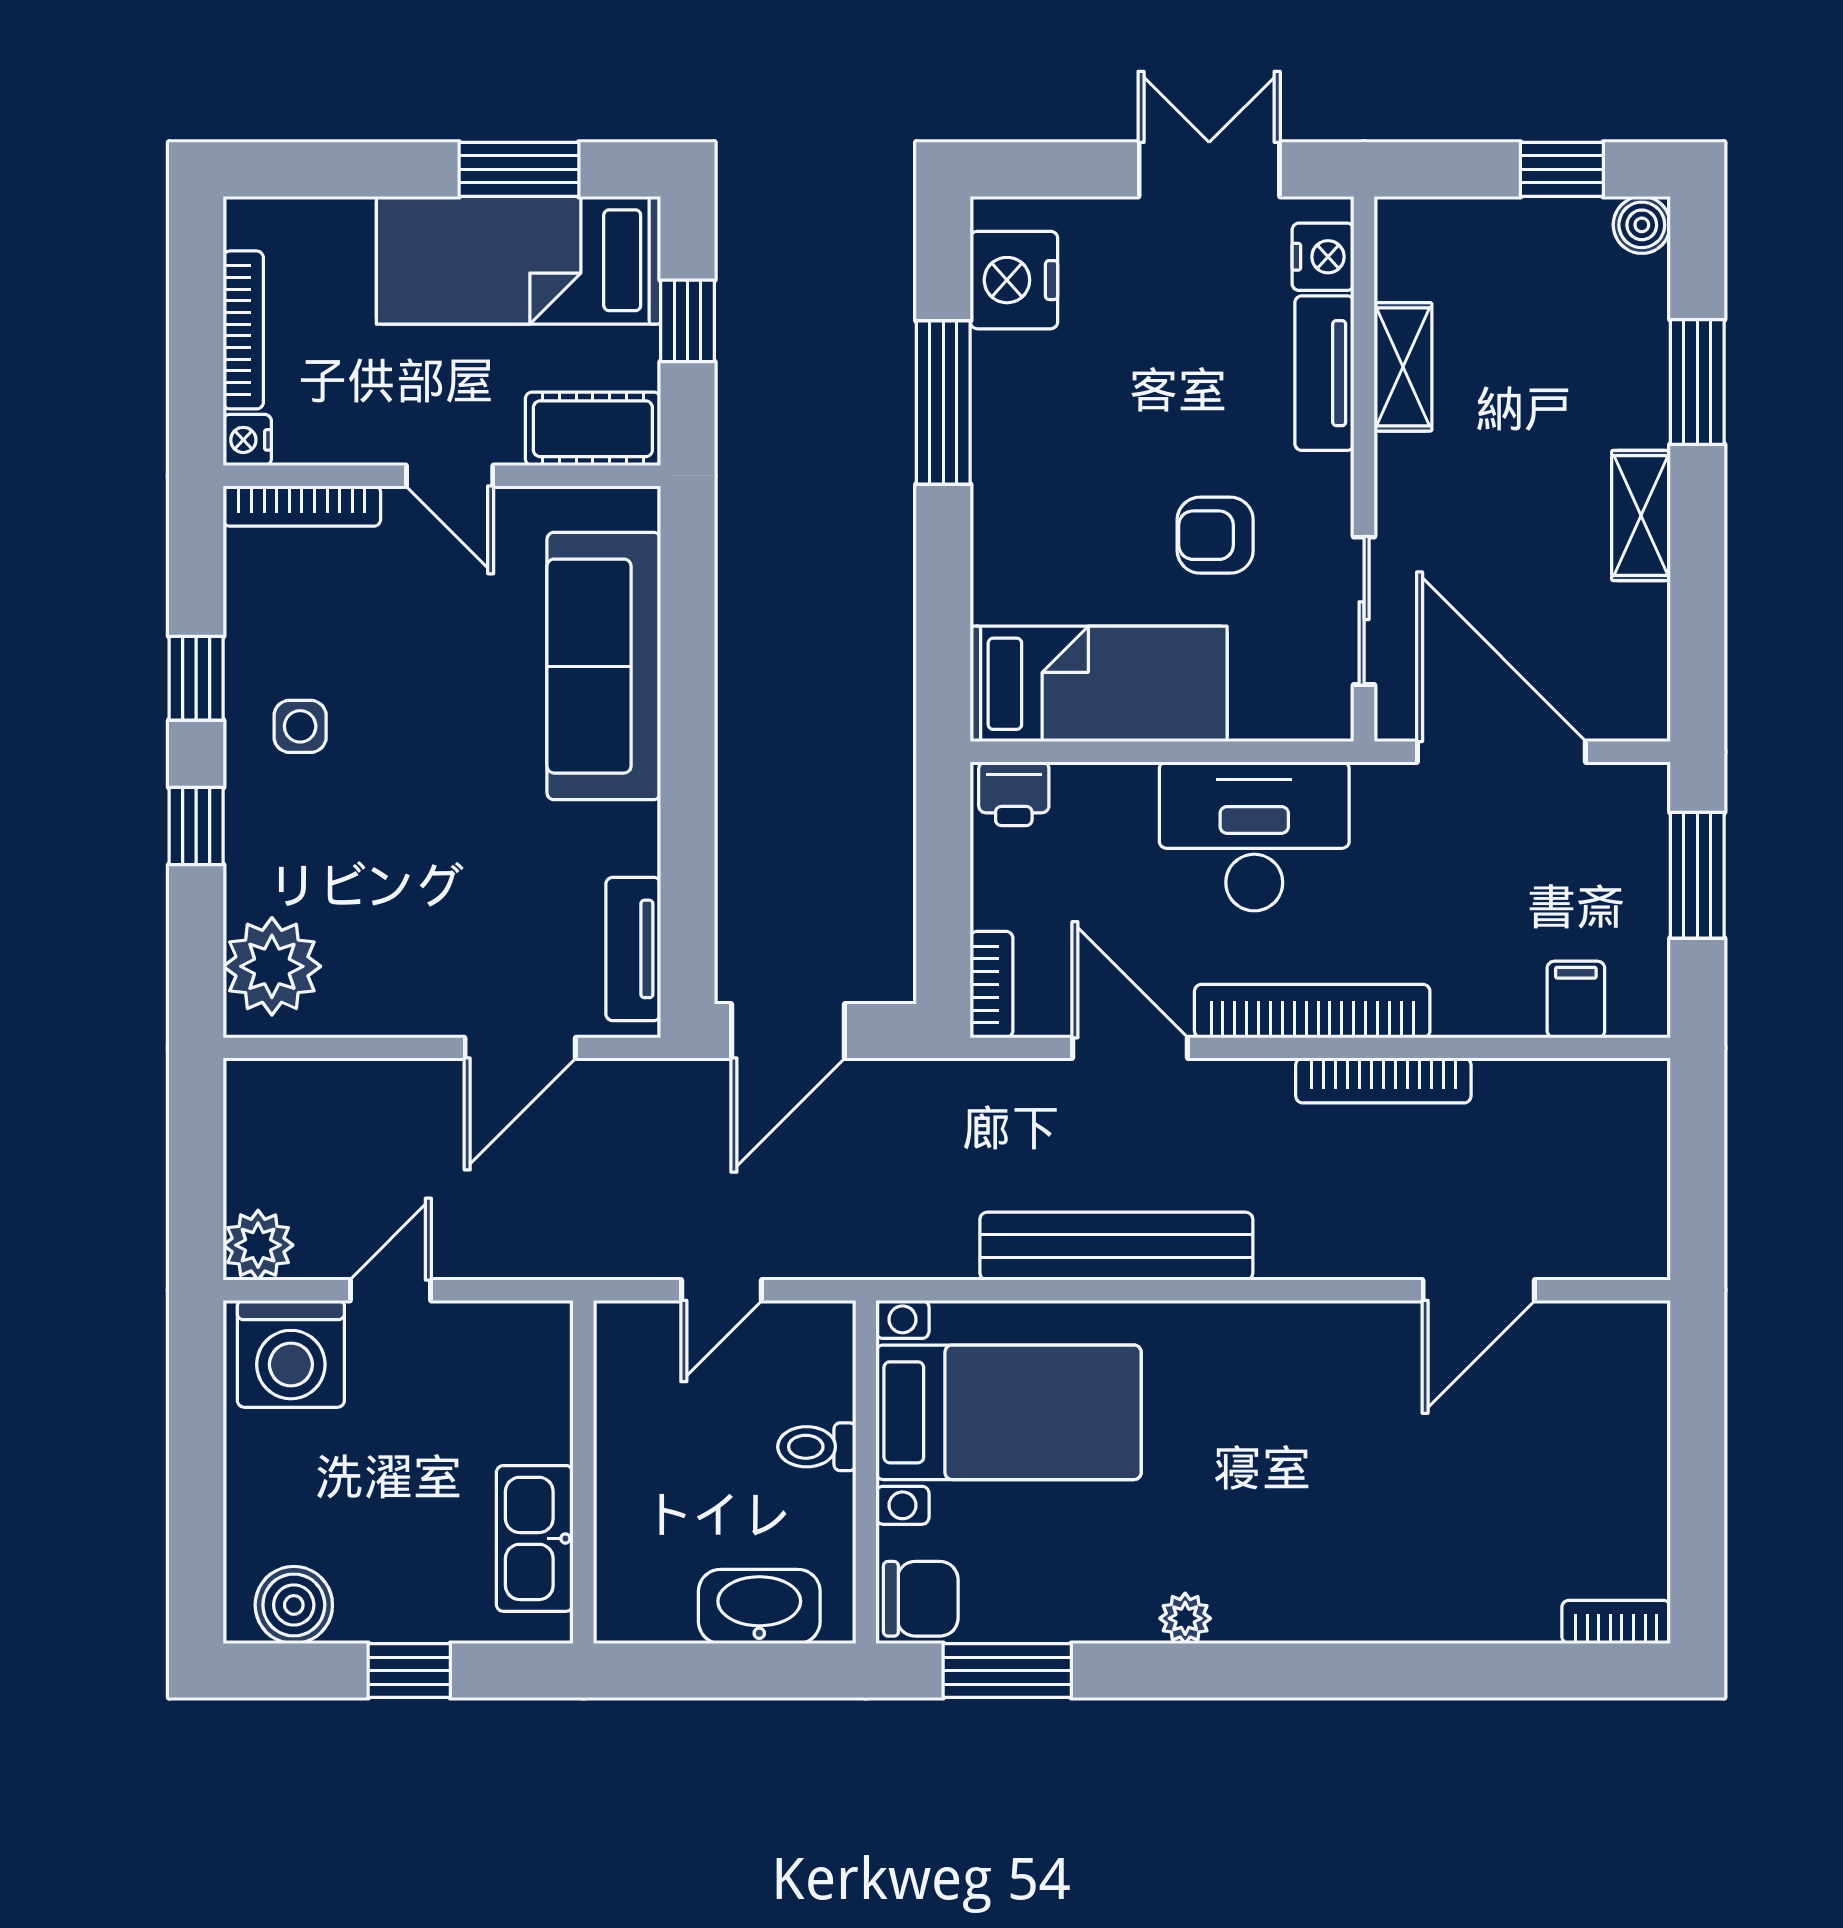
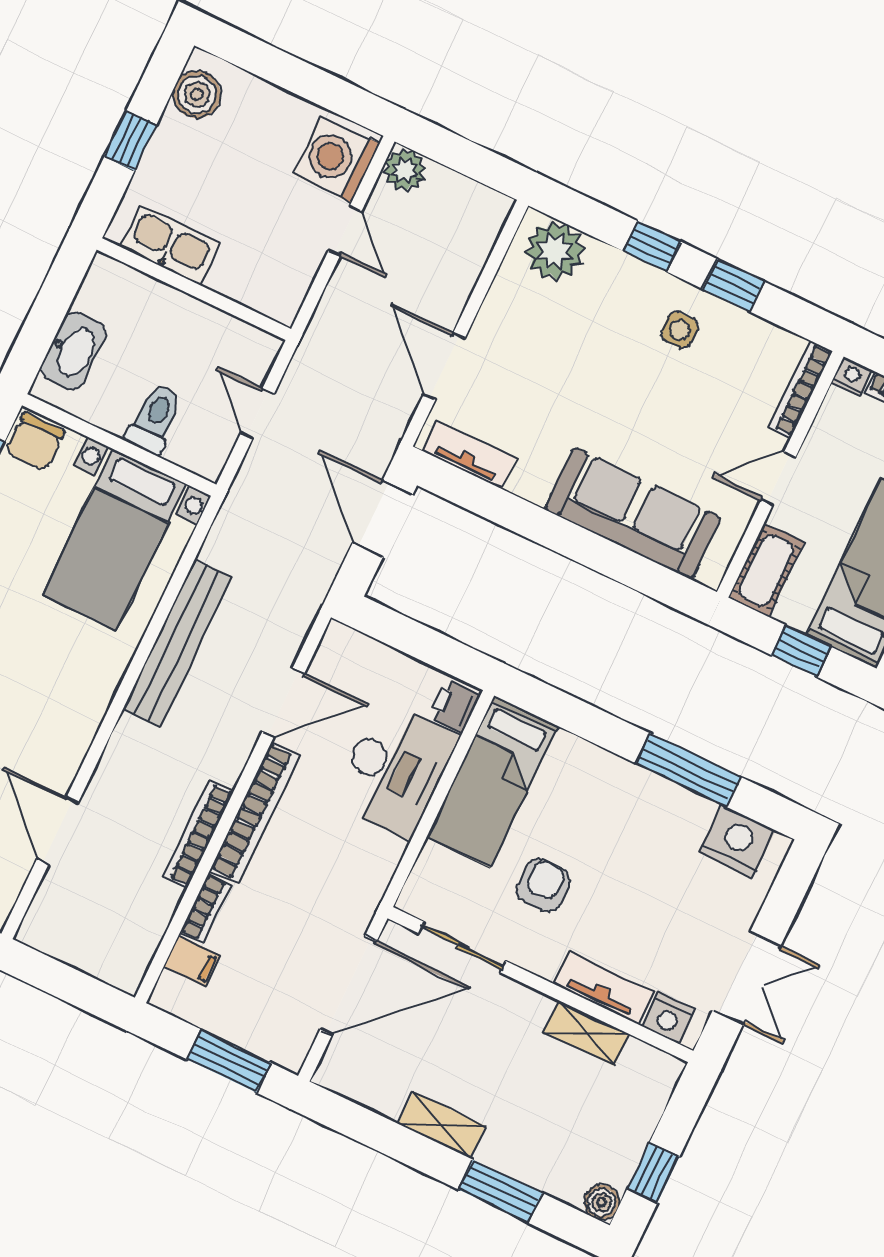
desk: (1254, 836) -> (395, 769), moved
bookcase: (992, 985) -> (206, 909), moved, turned -90
toilet: (817, 1447) -> (155, 419), width x1.37, depth x1.39

